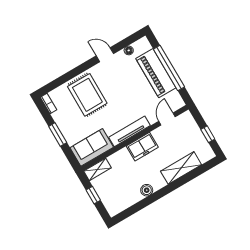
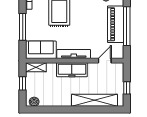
window: (58, 135) -> (23, 27), width x1.44
freezer: (142, 147) -> (72, 70), width x1.40
shelving: (181, 168) -> (94, 100), width x1.47
boiler: (147, 190) -> (34, 102), moved

